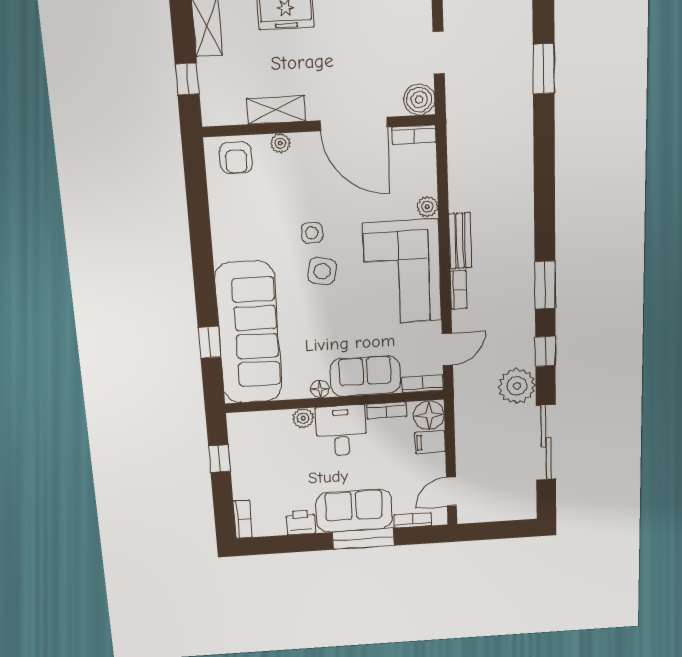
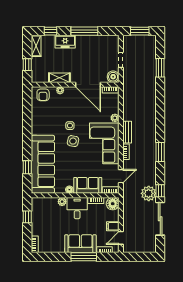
window: (545, 351) -> (160, 191), moved
filing cabinet: (430, 442) -> (113, 226), moved
printer: (301, 523) -> (58, 247), removed

